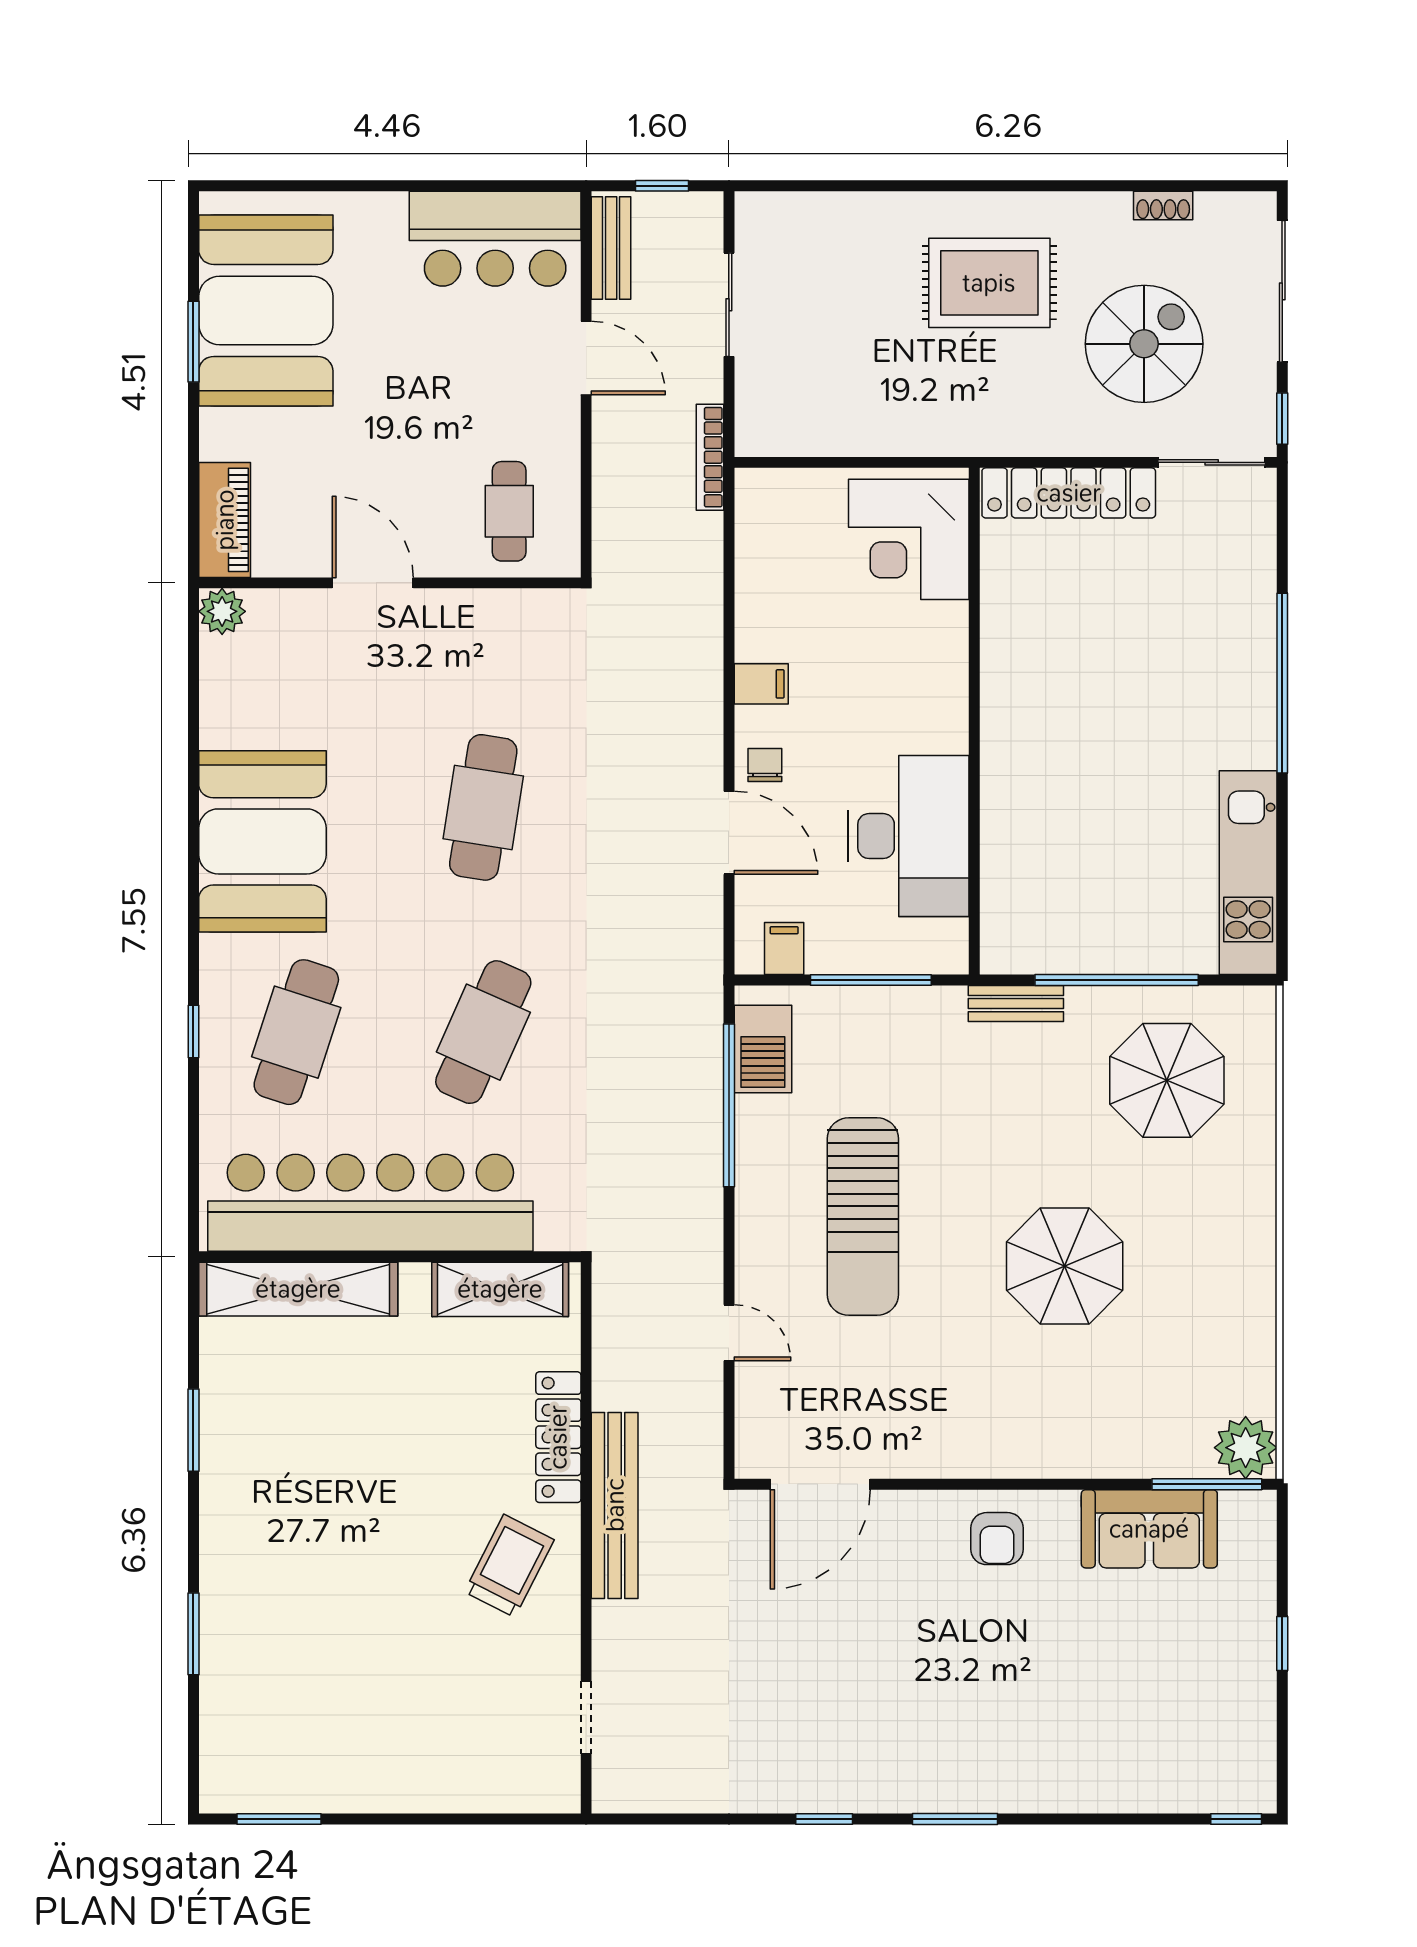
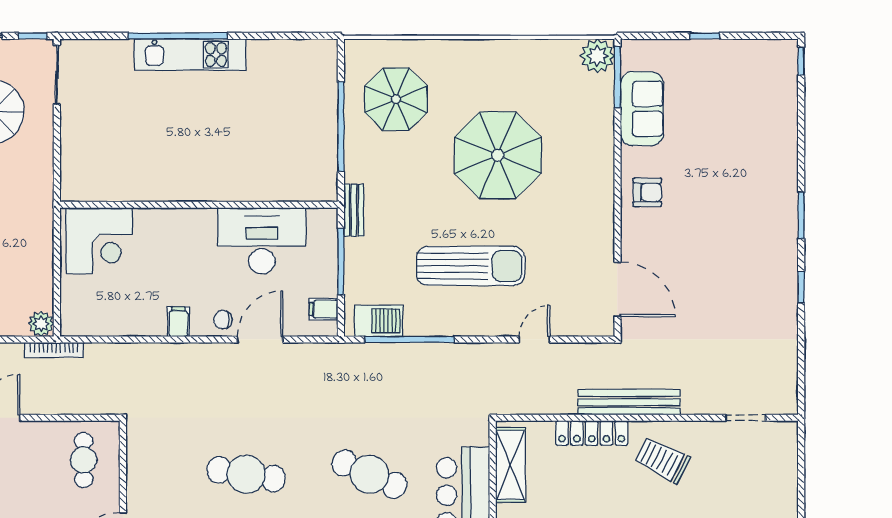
plant: (758, 434) -> (41, 324), added
locker: (1069, 493) -> (74, 153), removed
cafe table: (509, 511) -> (84, 460), turned 90
kitchen unit: (1248, 873) -> (190, 55), moved
bench: (1016, 1004) -> (354, 210), moved
parasol: (1065, 1266) -> (498, 155), width x1.36, depth x1.36

